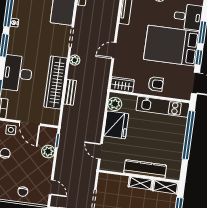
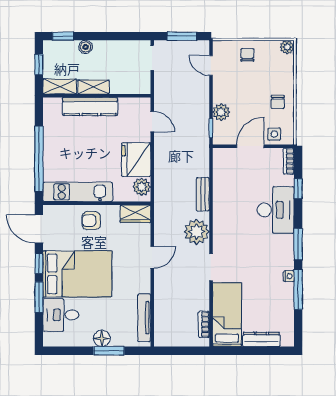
plant: (75, 60) -> (197, 232), width x1.87, depth x1.87
wardrobe: (56, 82) -> (224, 205), removed
door: (30, 123) -> (250, 146), hinge flipped

